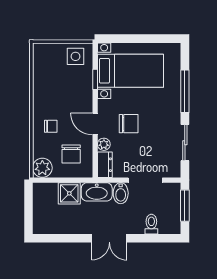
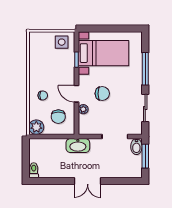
dresser: (105, 165) -> (84, 125), removed
shower: (69, 193) -> (57, 147), removed
bidet: (121, 193) -> (136, 147), moved
toilet: (151, 224) -> (34, 170), moved

